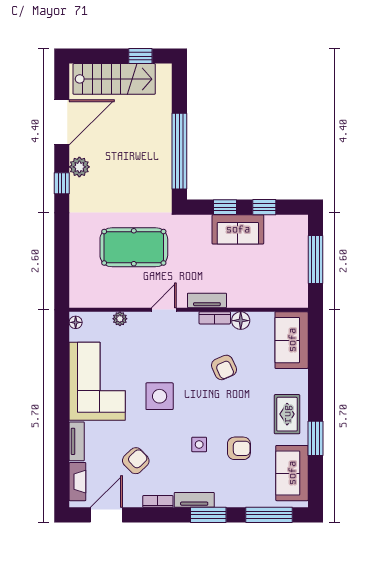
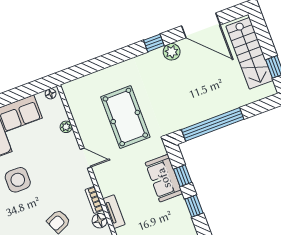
sofa: (238, 229) -> (164, 178), moved
tv unit: (207, 300) -> (114, 212), moved

